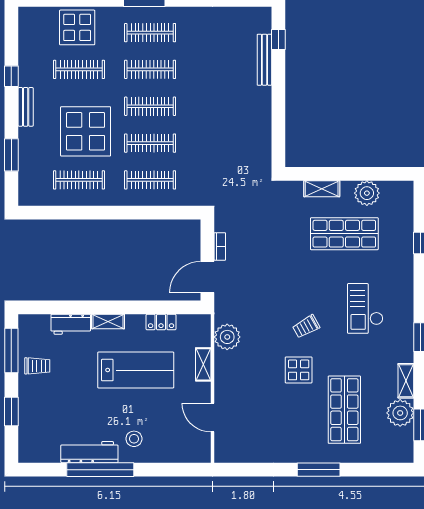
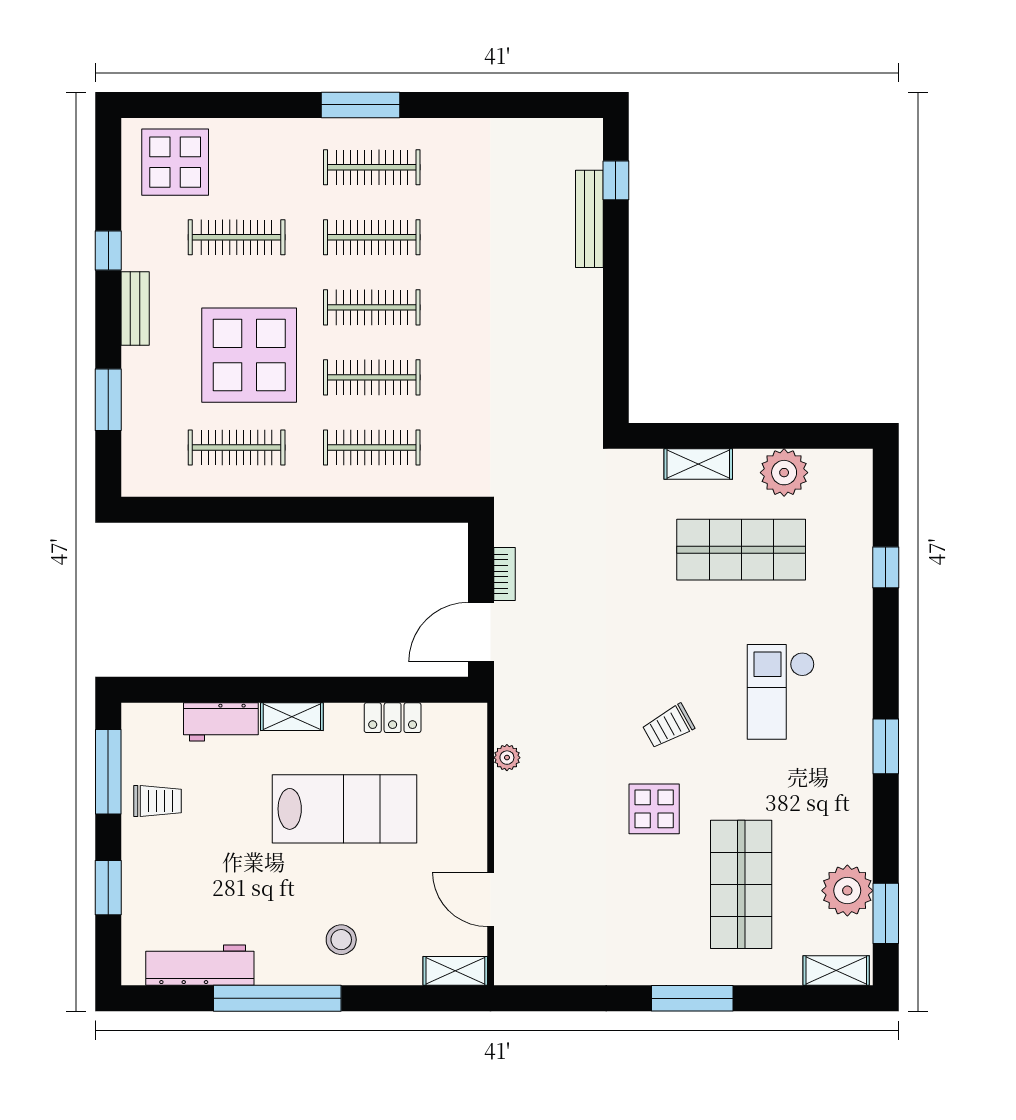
display table: (77, 27) -> (175, 162), moved
plant: (227, 337) -> (507, 758), width x0.53, depth x0.53
shelving: (203, 364) -> (455, 971), moved, turned 90
shelving: (406, 381) -> (836, 970), moved, turned 90
workbench: (89, 452) -> (200, 965), moved

